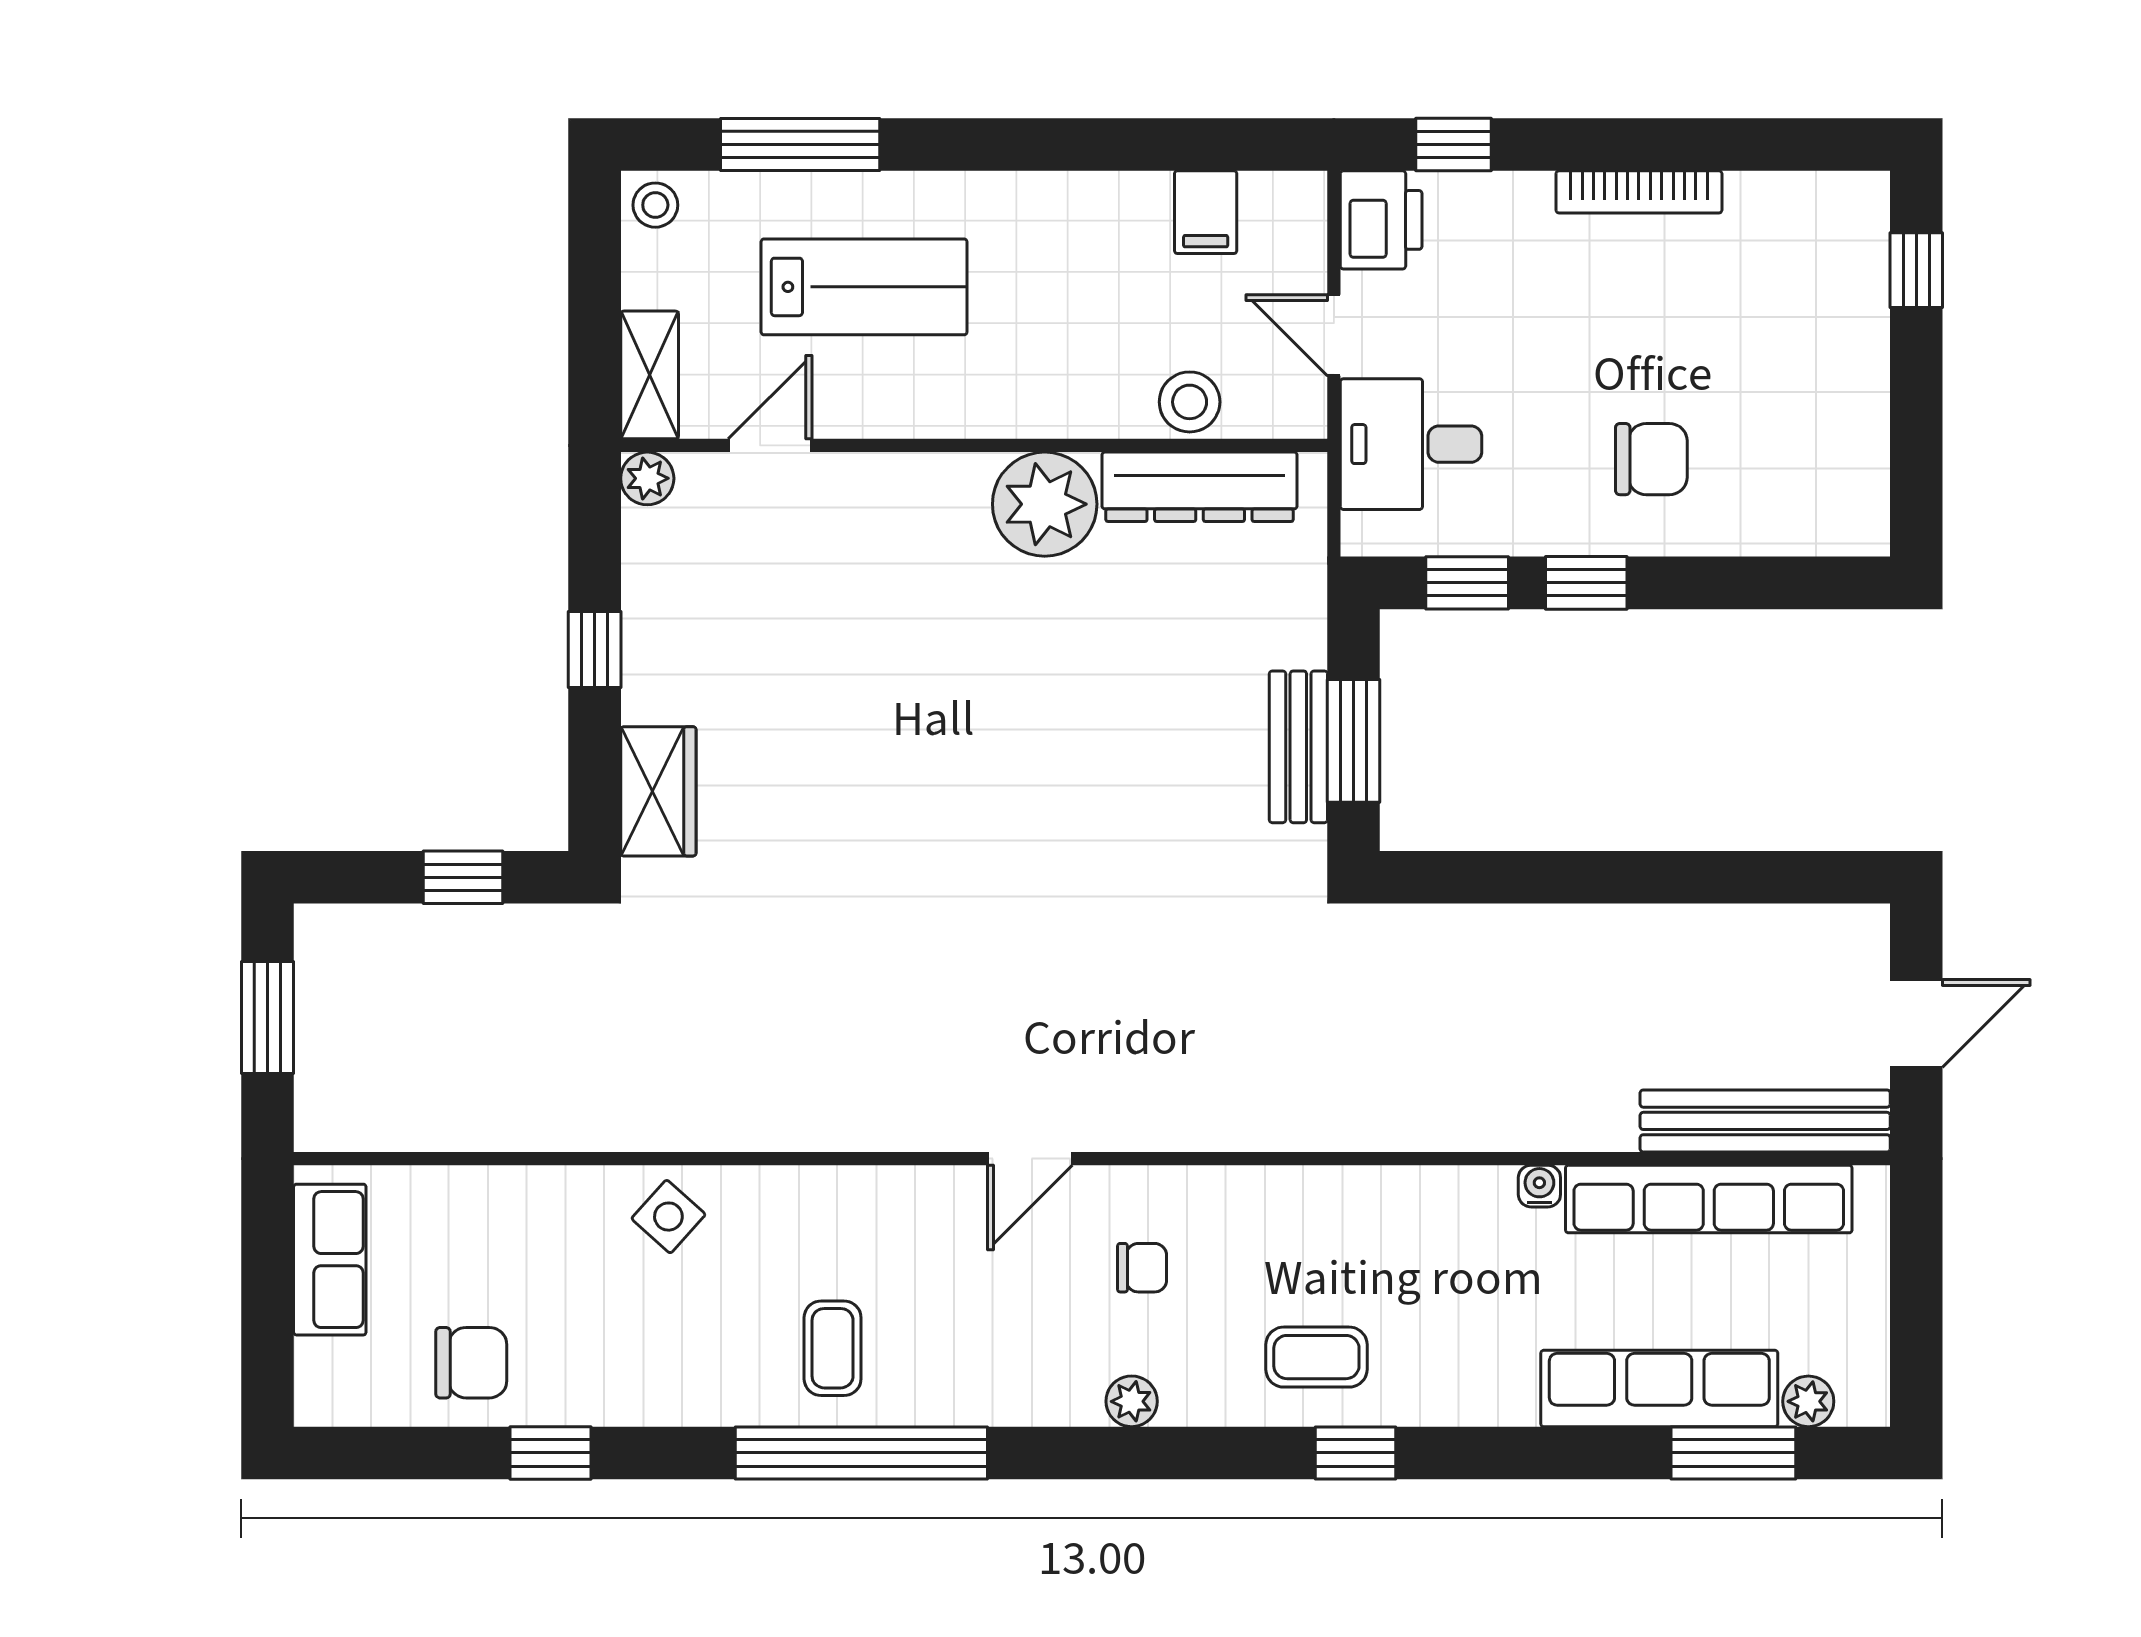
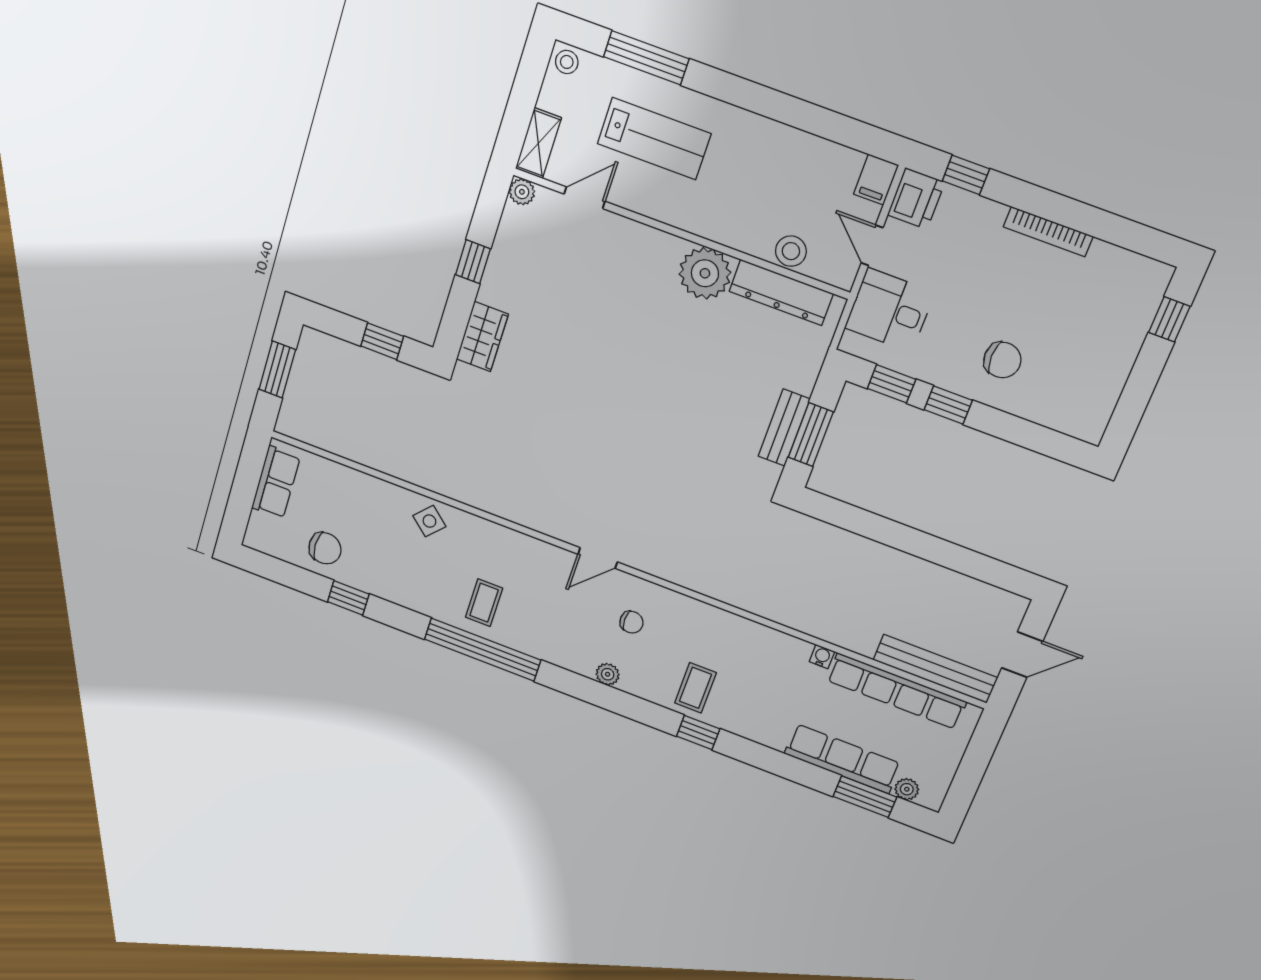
filing cabinet: (1206, 212) -> (876, 180), moved
coffee table: (1316, 1357) -> (695, 688), turned 90

